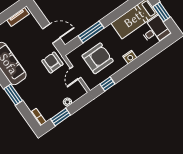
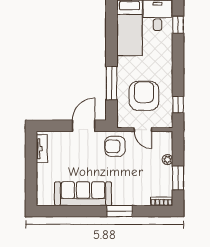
window: (158, 48) -> (178, 25), added
nightstand: (130, 57) -> (166, 61), removed

